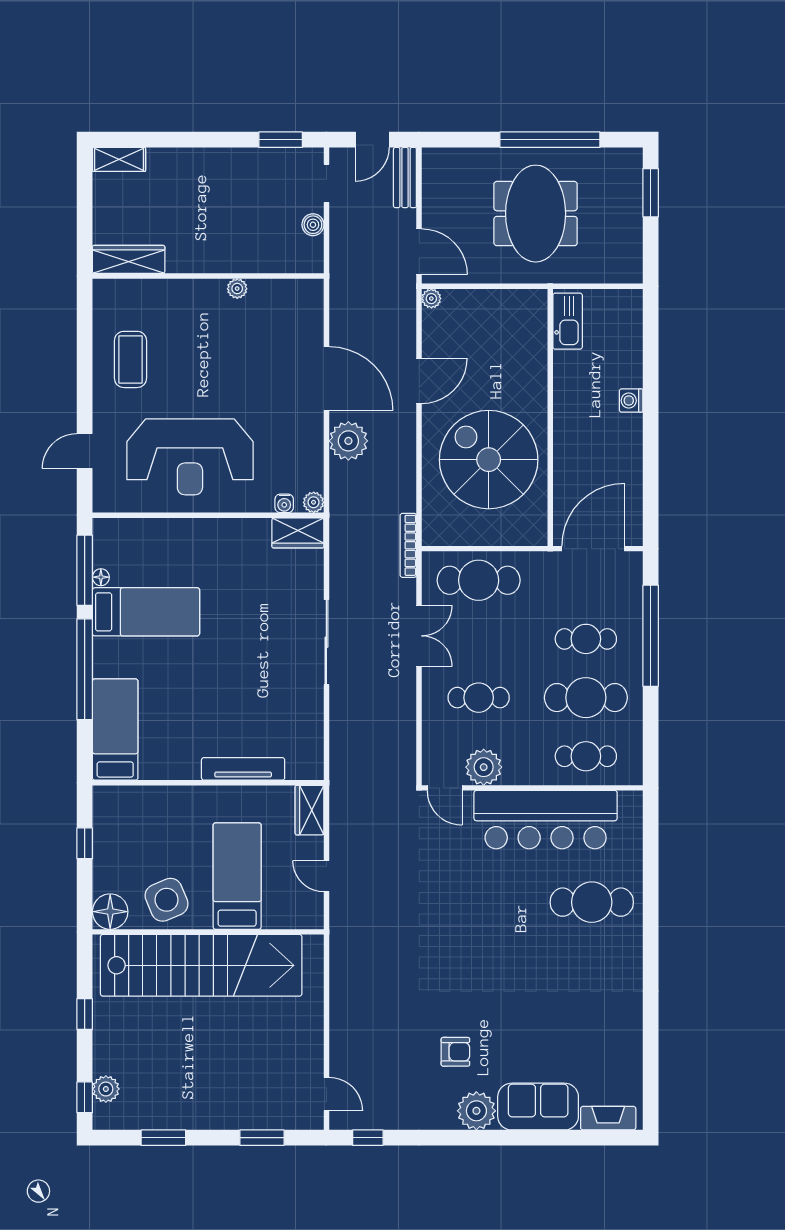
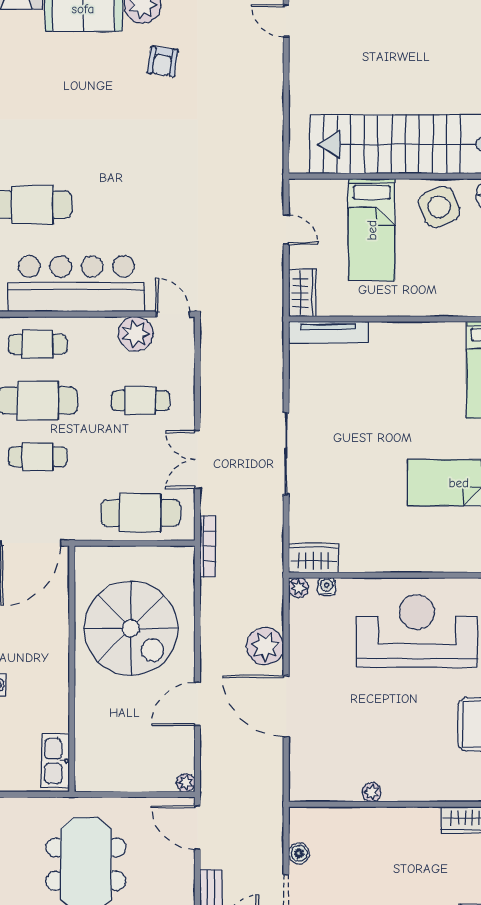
tv unit: (243, 769) -> (328, 332), moved
armchair: (455, 1052) -> (163, 61), turned -82

